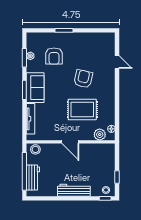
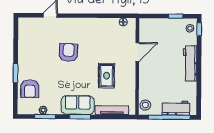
armchair: (54, 56) -> (30, 89), moved, turned 90
armchair: (83, 79) -> (68, 52), turned 80
rug: (82, 109) -> (107, 76), moved, width x0.73, depth x0.70
plant: (100, 135) -> (129, 35), removed
door: (70, 142) -> (137, 52), moved

